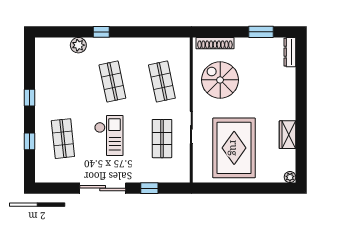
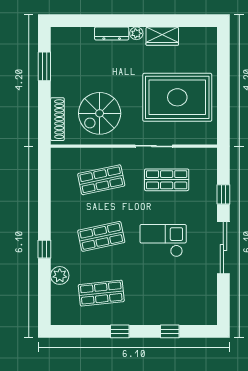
dresser: (290, 52) -> (112, 33), moved
shop shelf: (63, 139) -> (101, 293), moved
plant: (290, 177) -> (136, 33), moved

